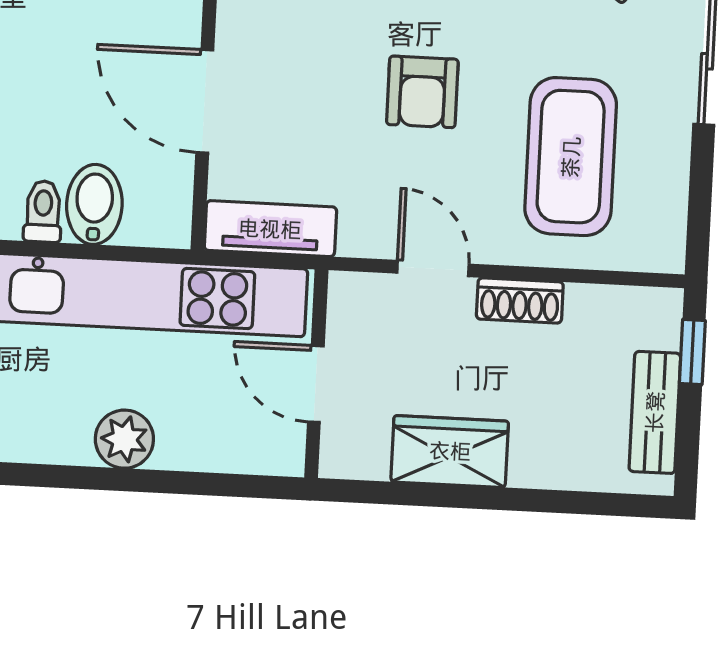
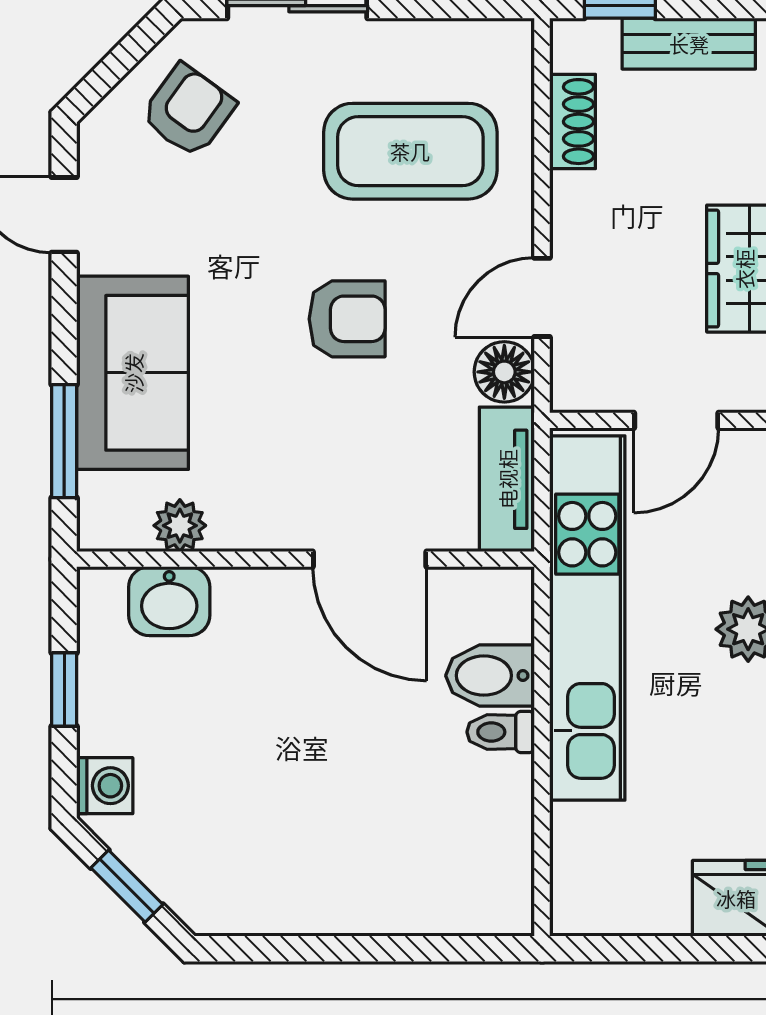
door: (205, 101) -> (370, 559), hinge flipped
floor lamp: (367, 231) -> (504, 372), added
shoe rack: (520, 301) -> (573, 122), moved

